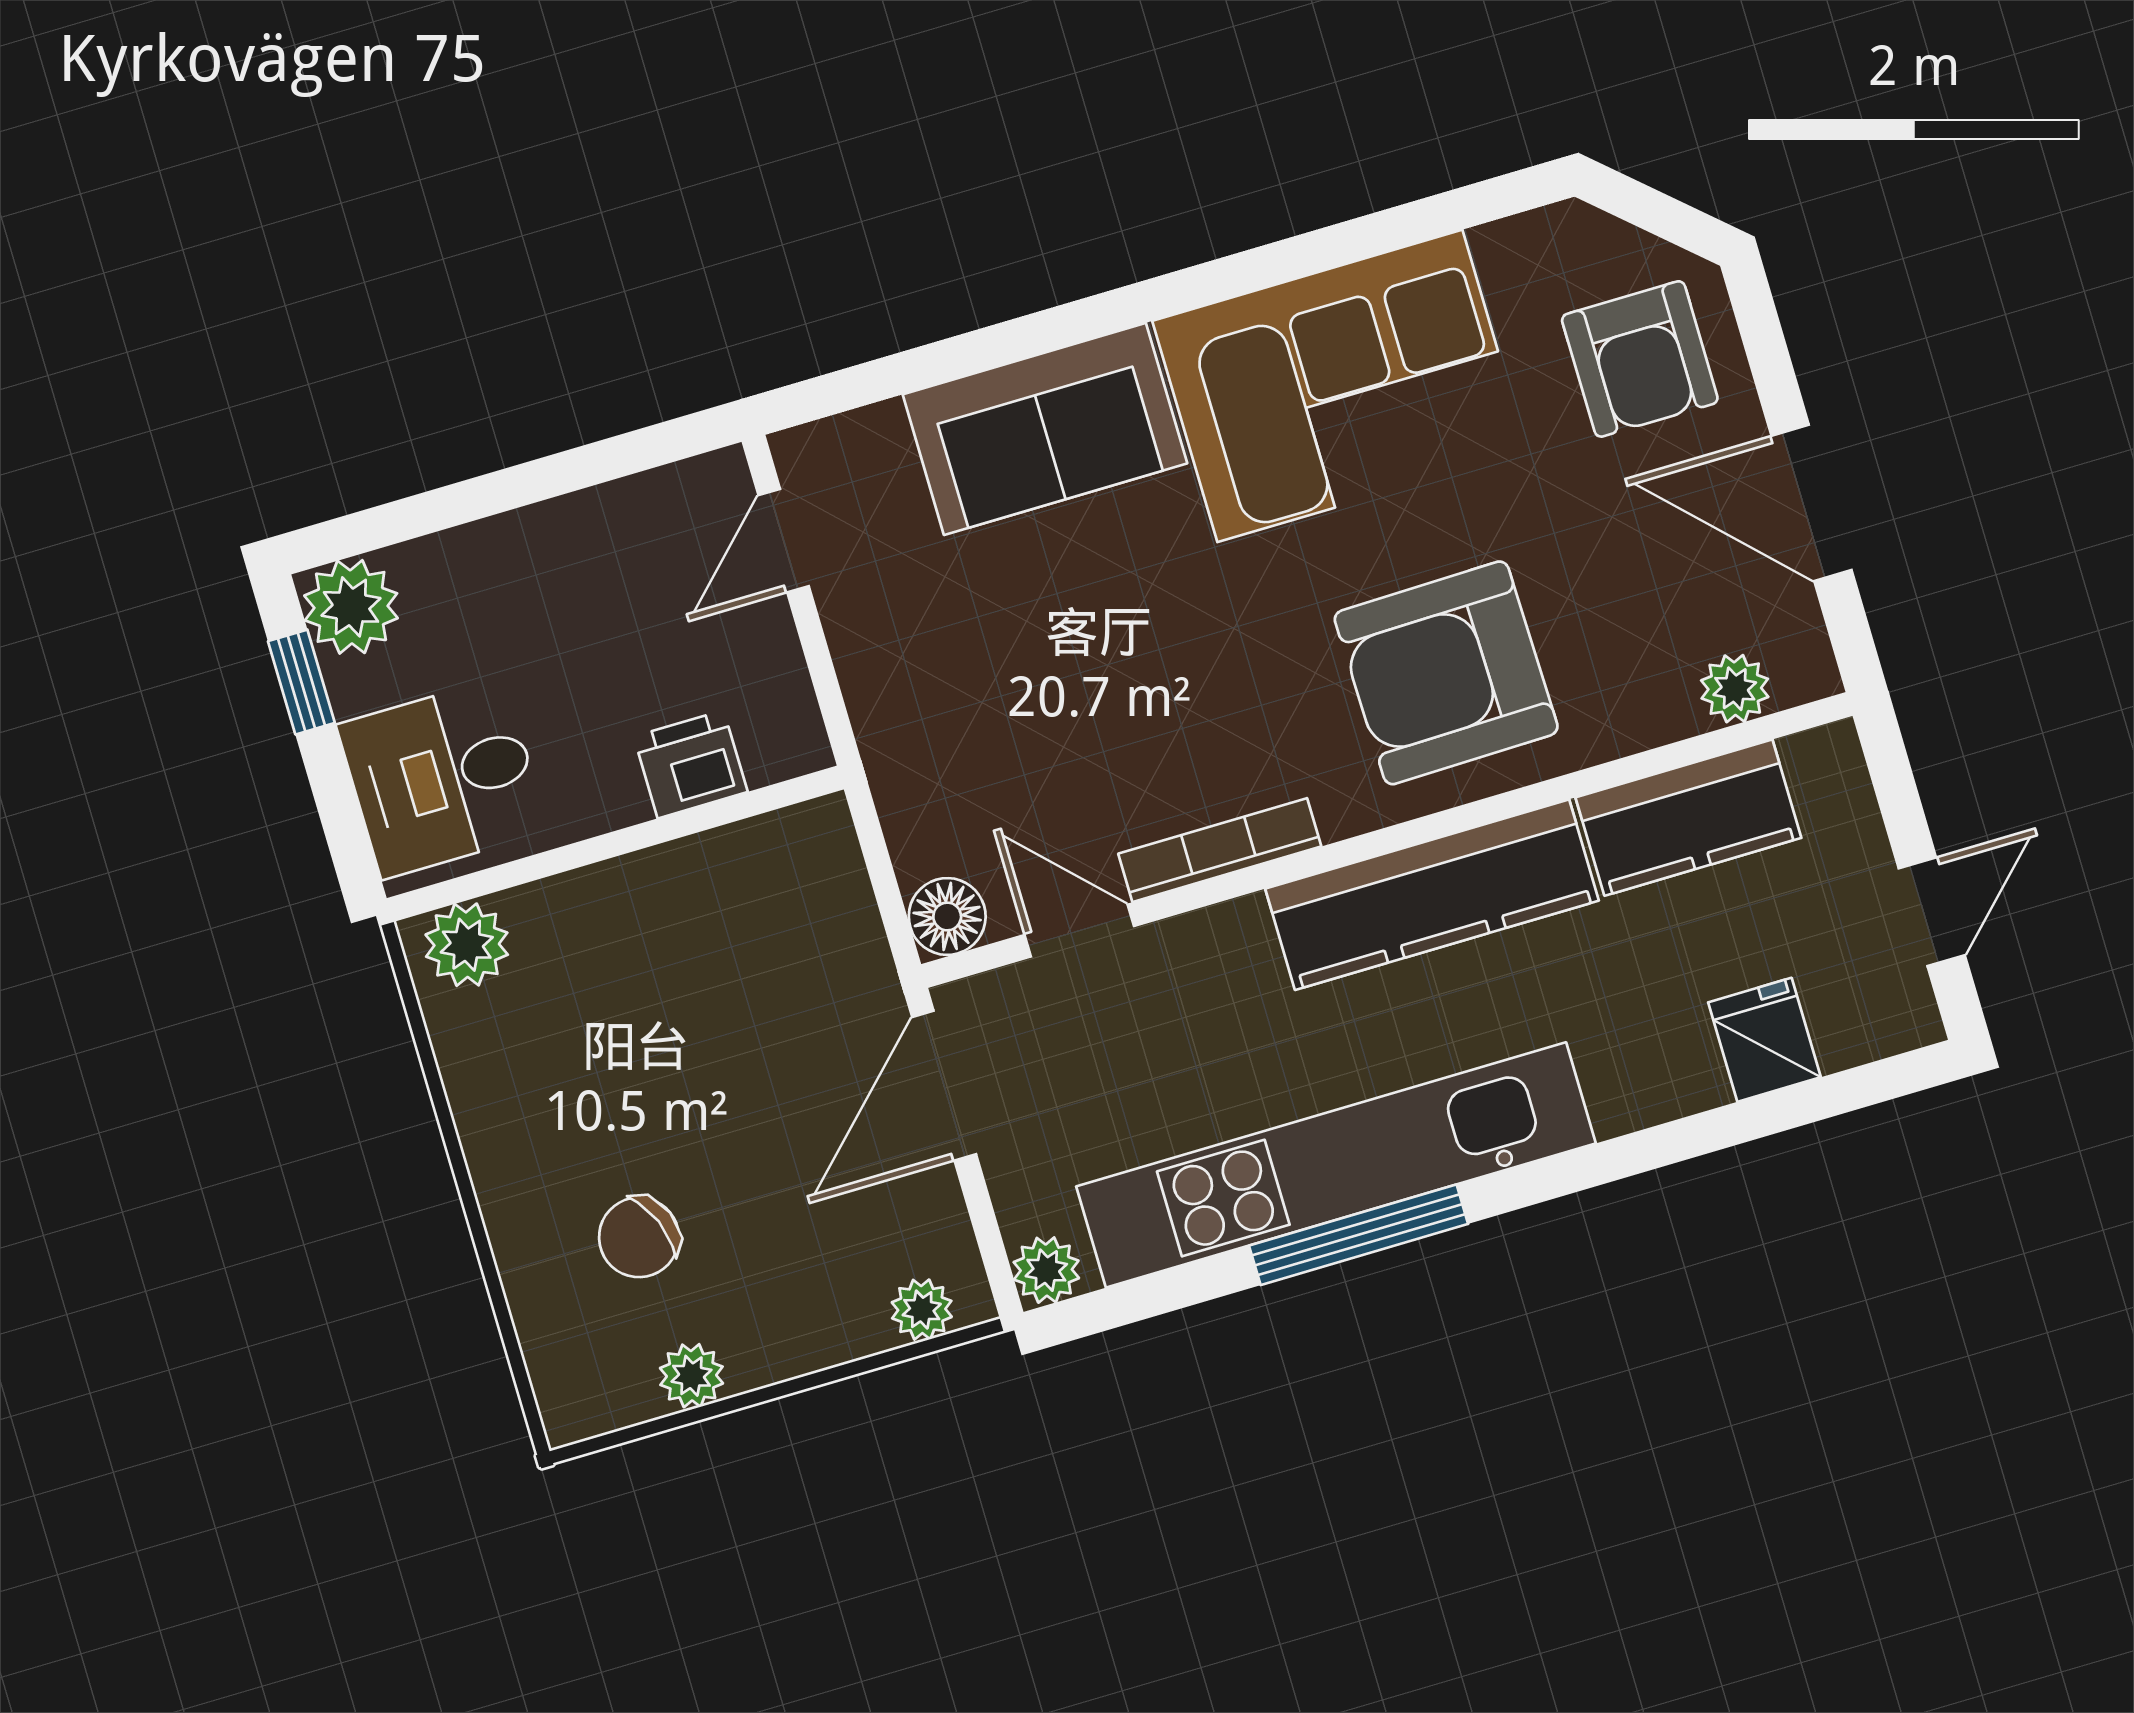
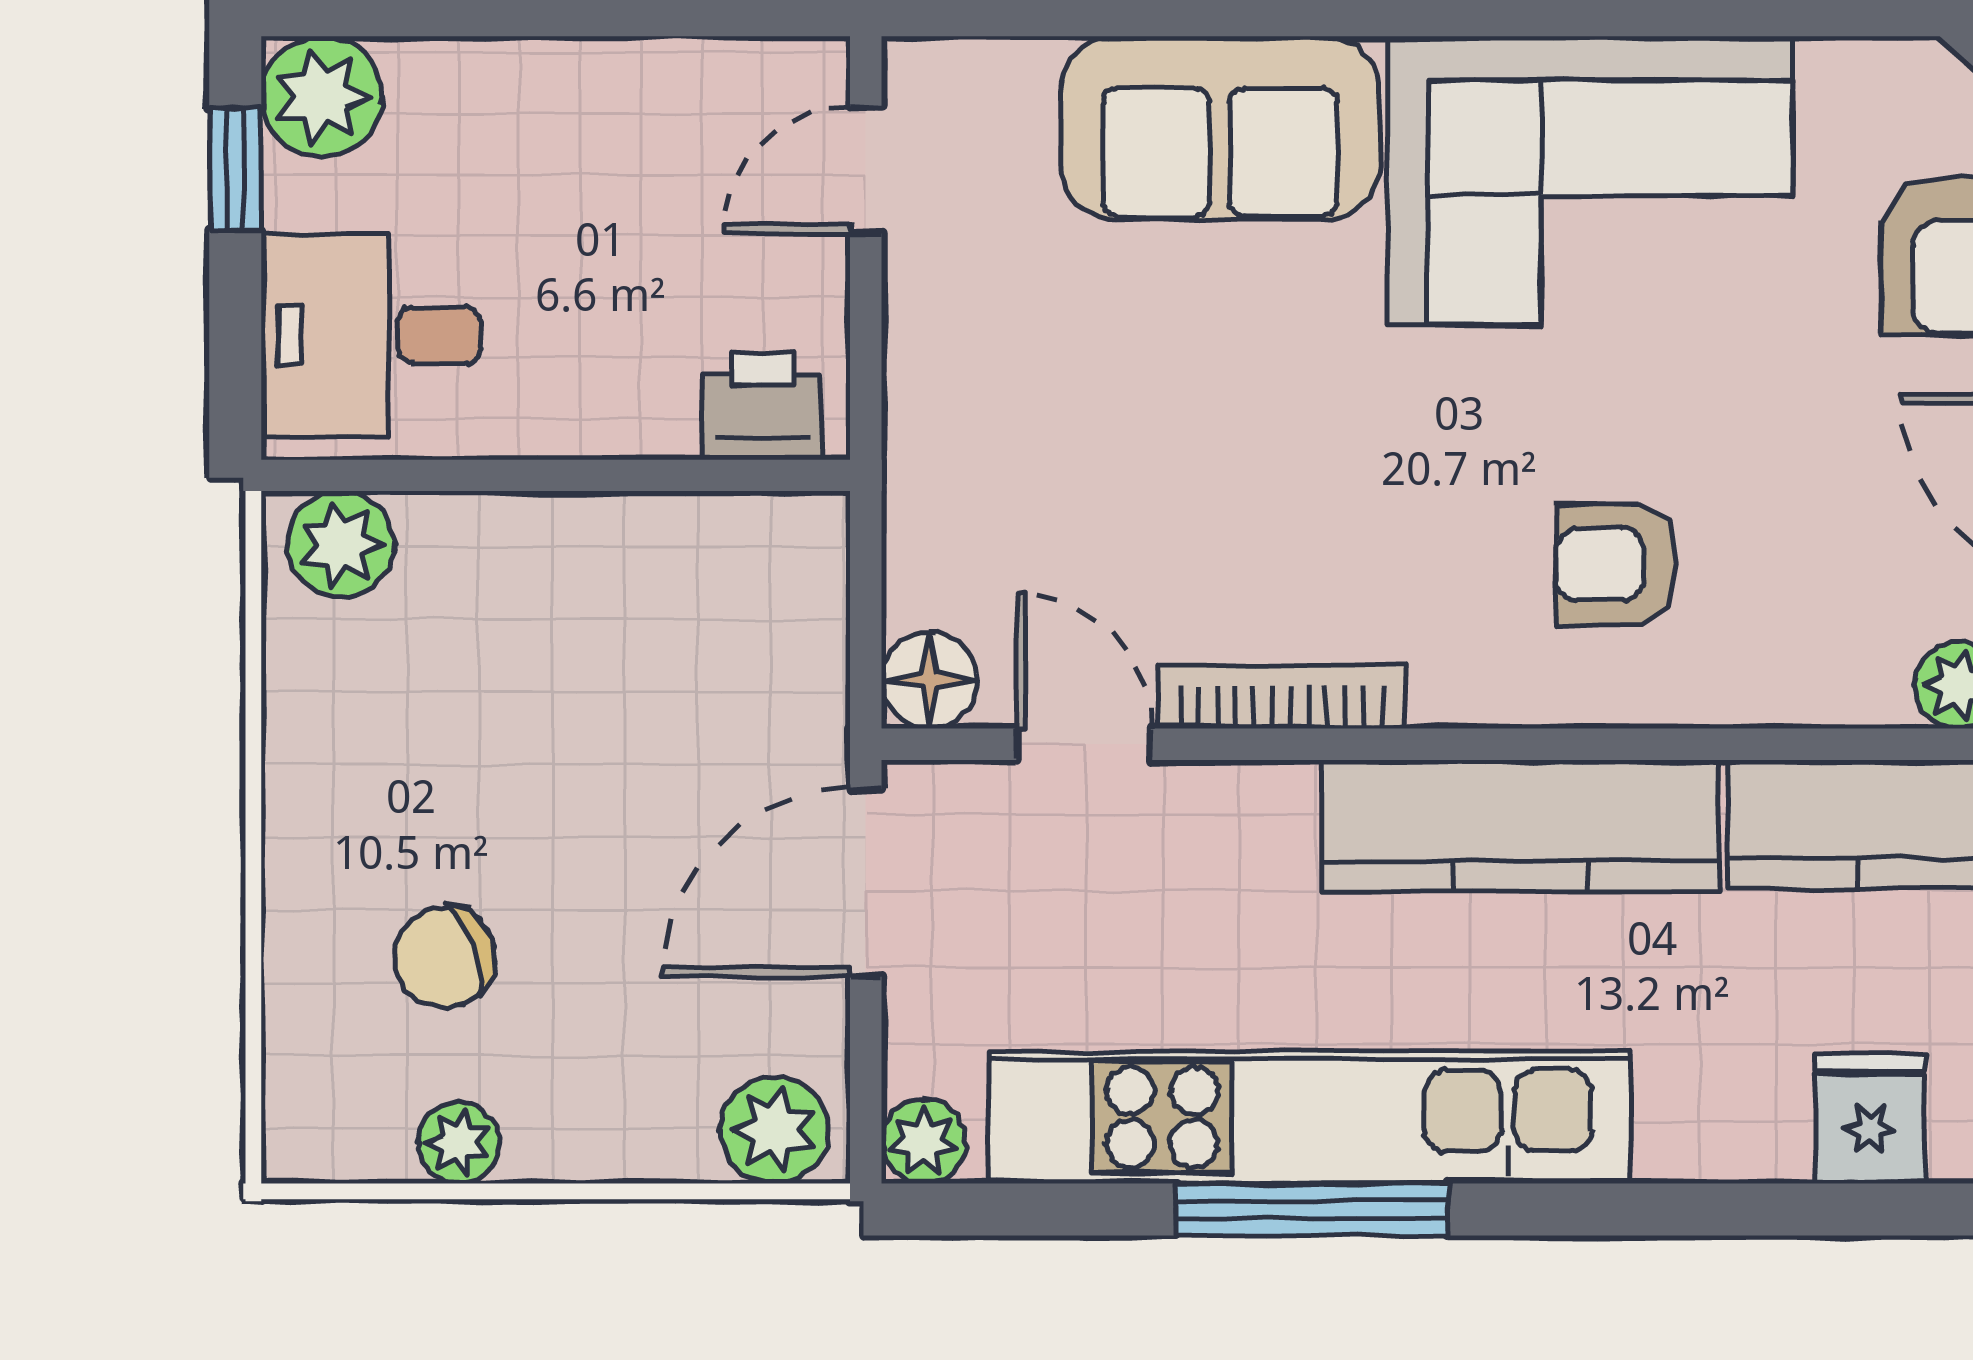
armchair: (1446, 673) -> (1616, 564), width x0.53, depth x0.53
printer: (691, 764) -> (762, 406), moved
plant: (922, 1310) -> (774, 1130), width x1.38, depth x1.38

